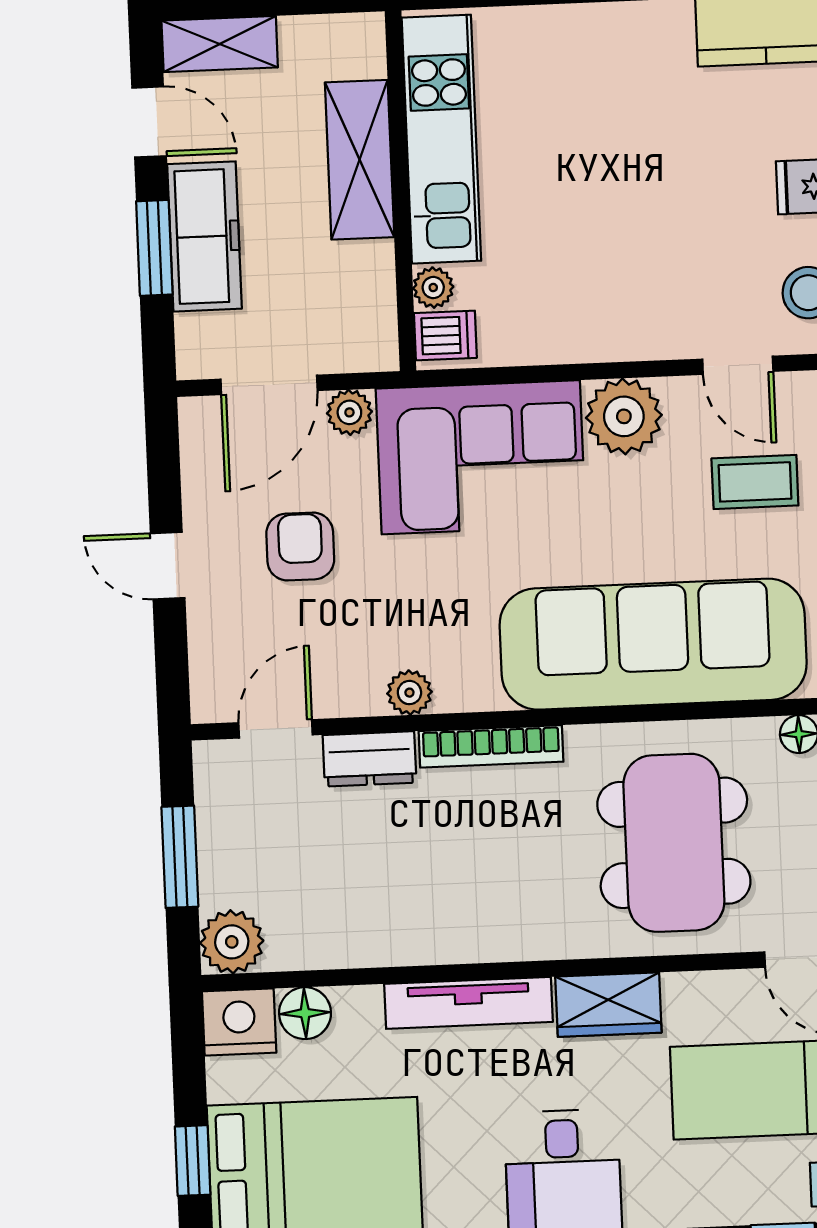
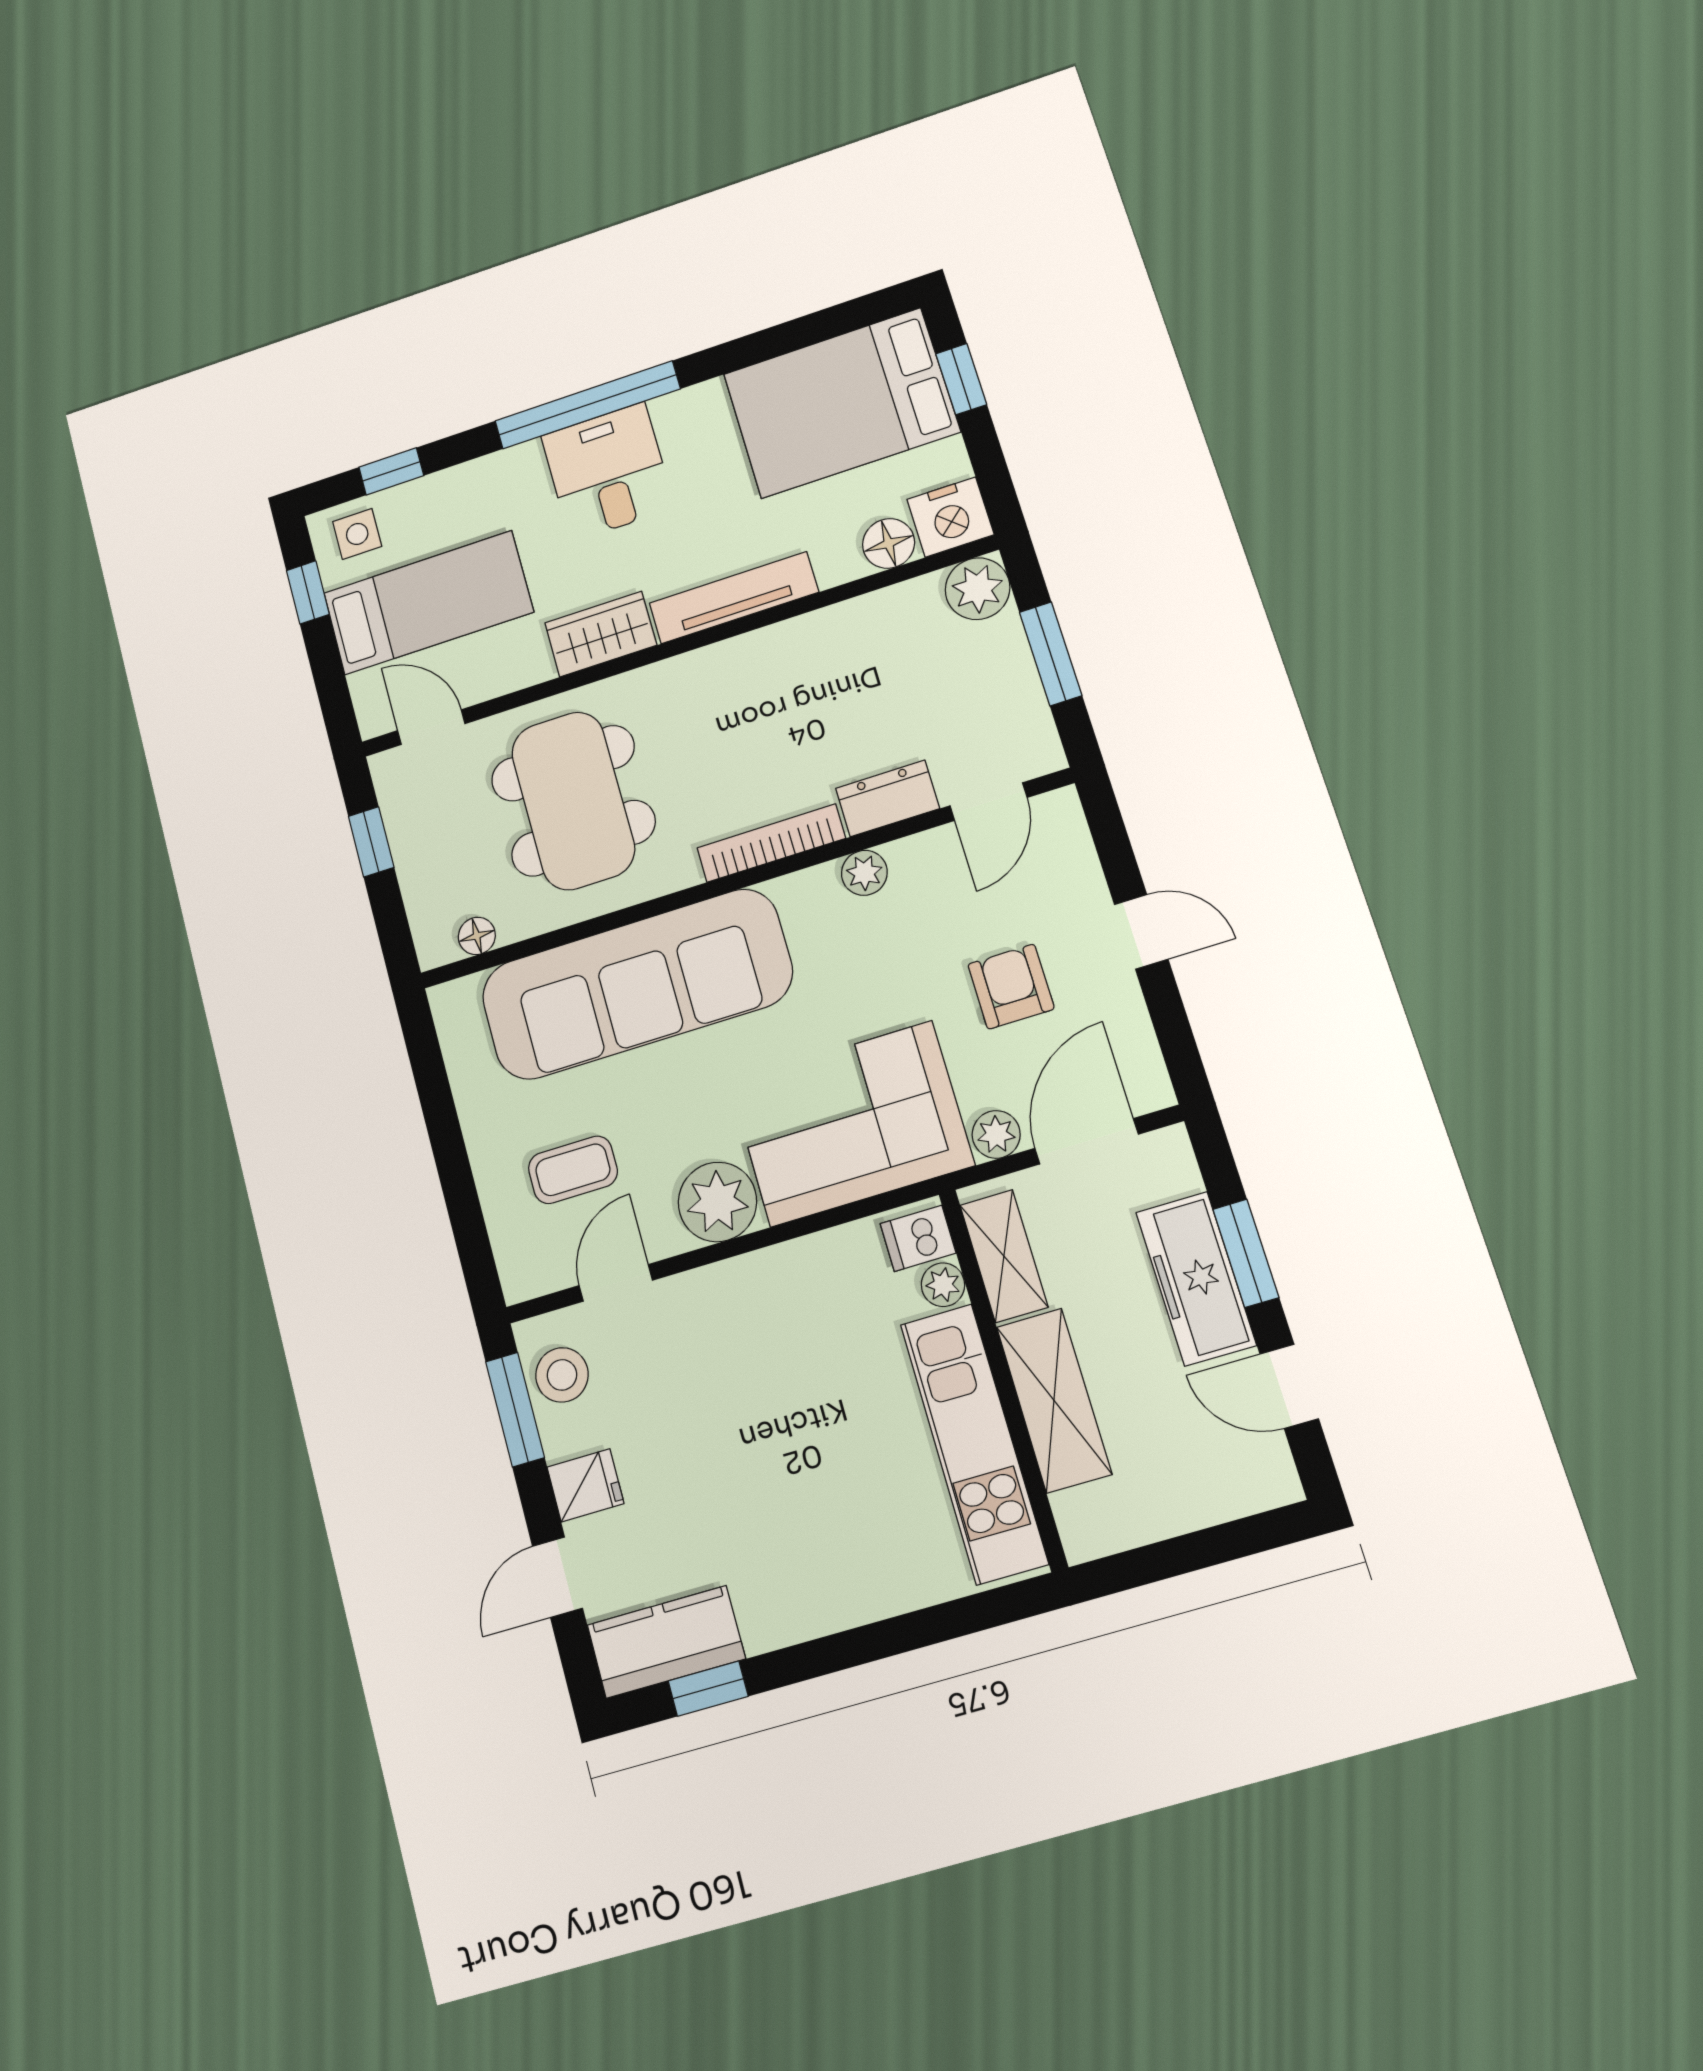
shelving: (220, 44) -> (1004, 1256), moved, turned 90
door: (738, 365) -> (616, 1283), hinge flipped
armchair: (300, 547) -> (1011, 987), turned 180

